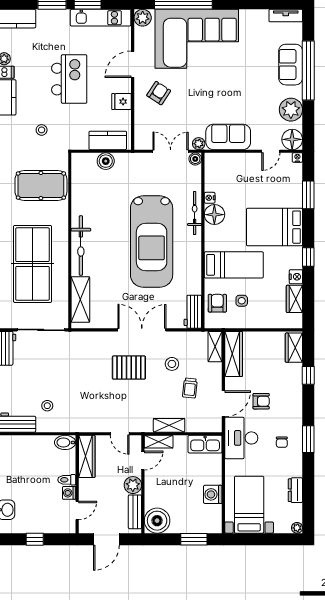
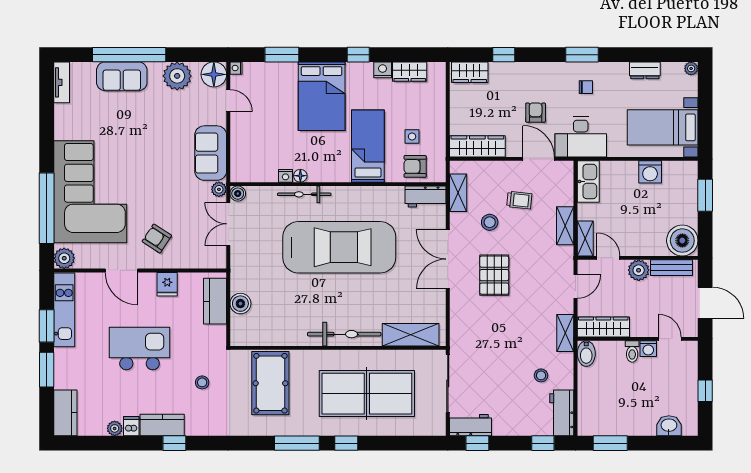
floor lamp: (214, 215) -> (300, 176), width x0.53, depth x0.53
shelving: (215, 347) -> (458, 193), moved, turned 90
shelving: (82, 425) -> (565, 333), added

